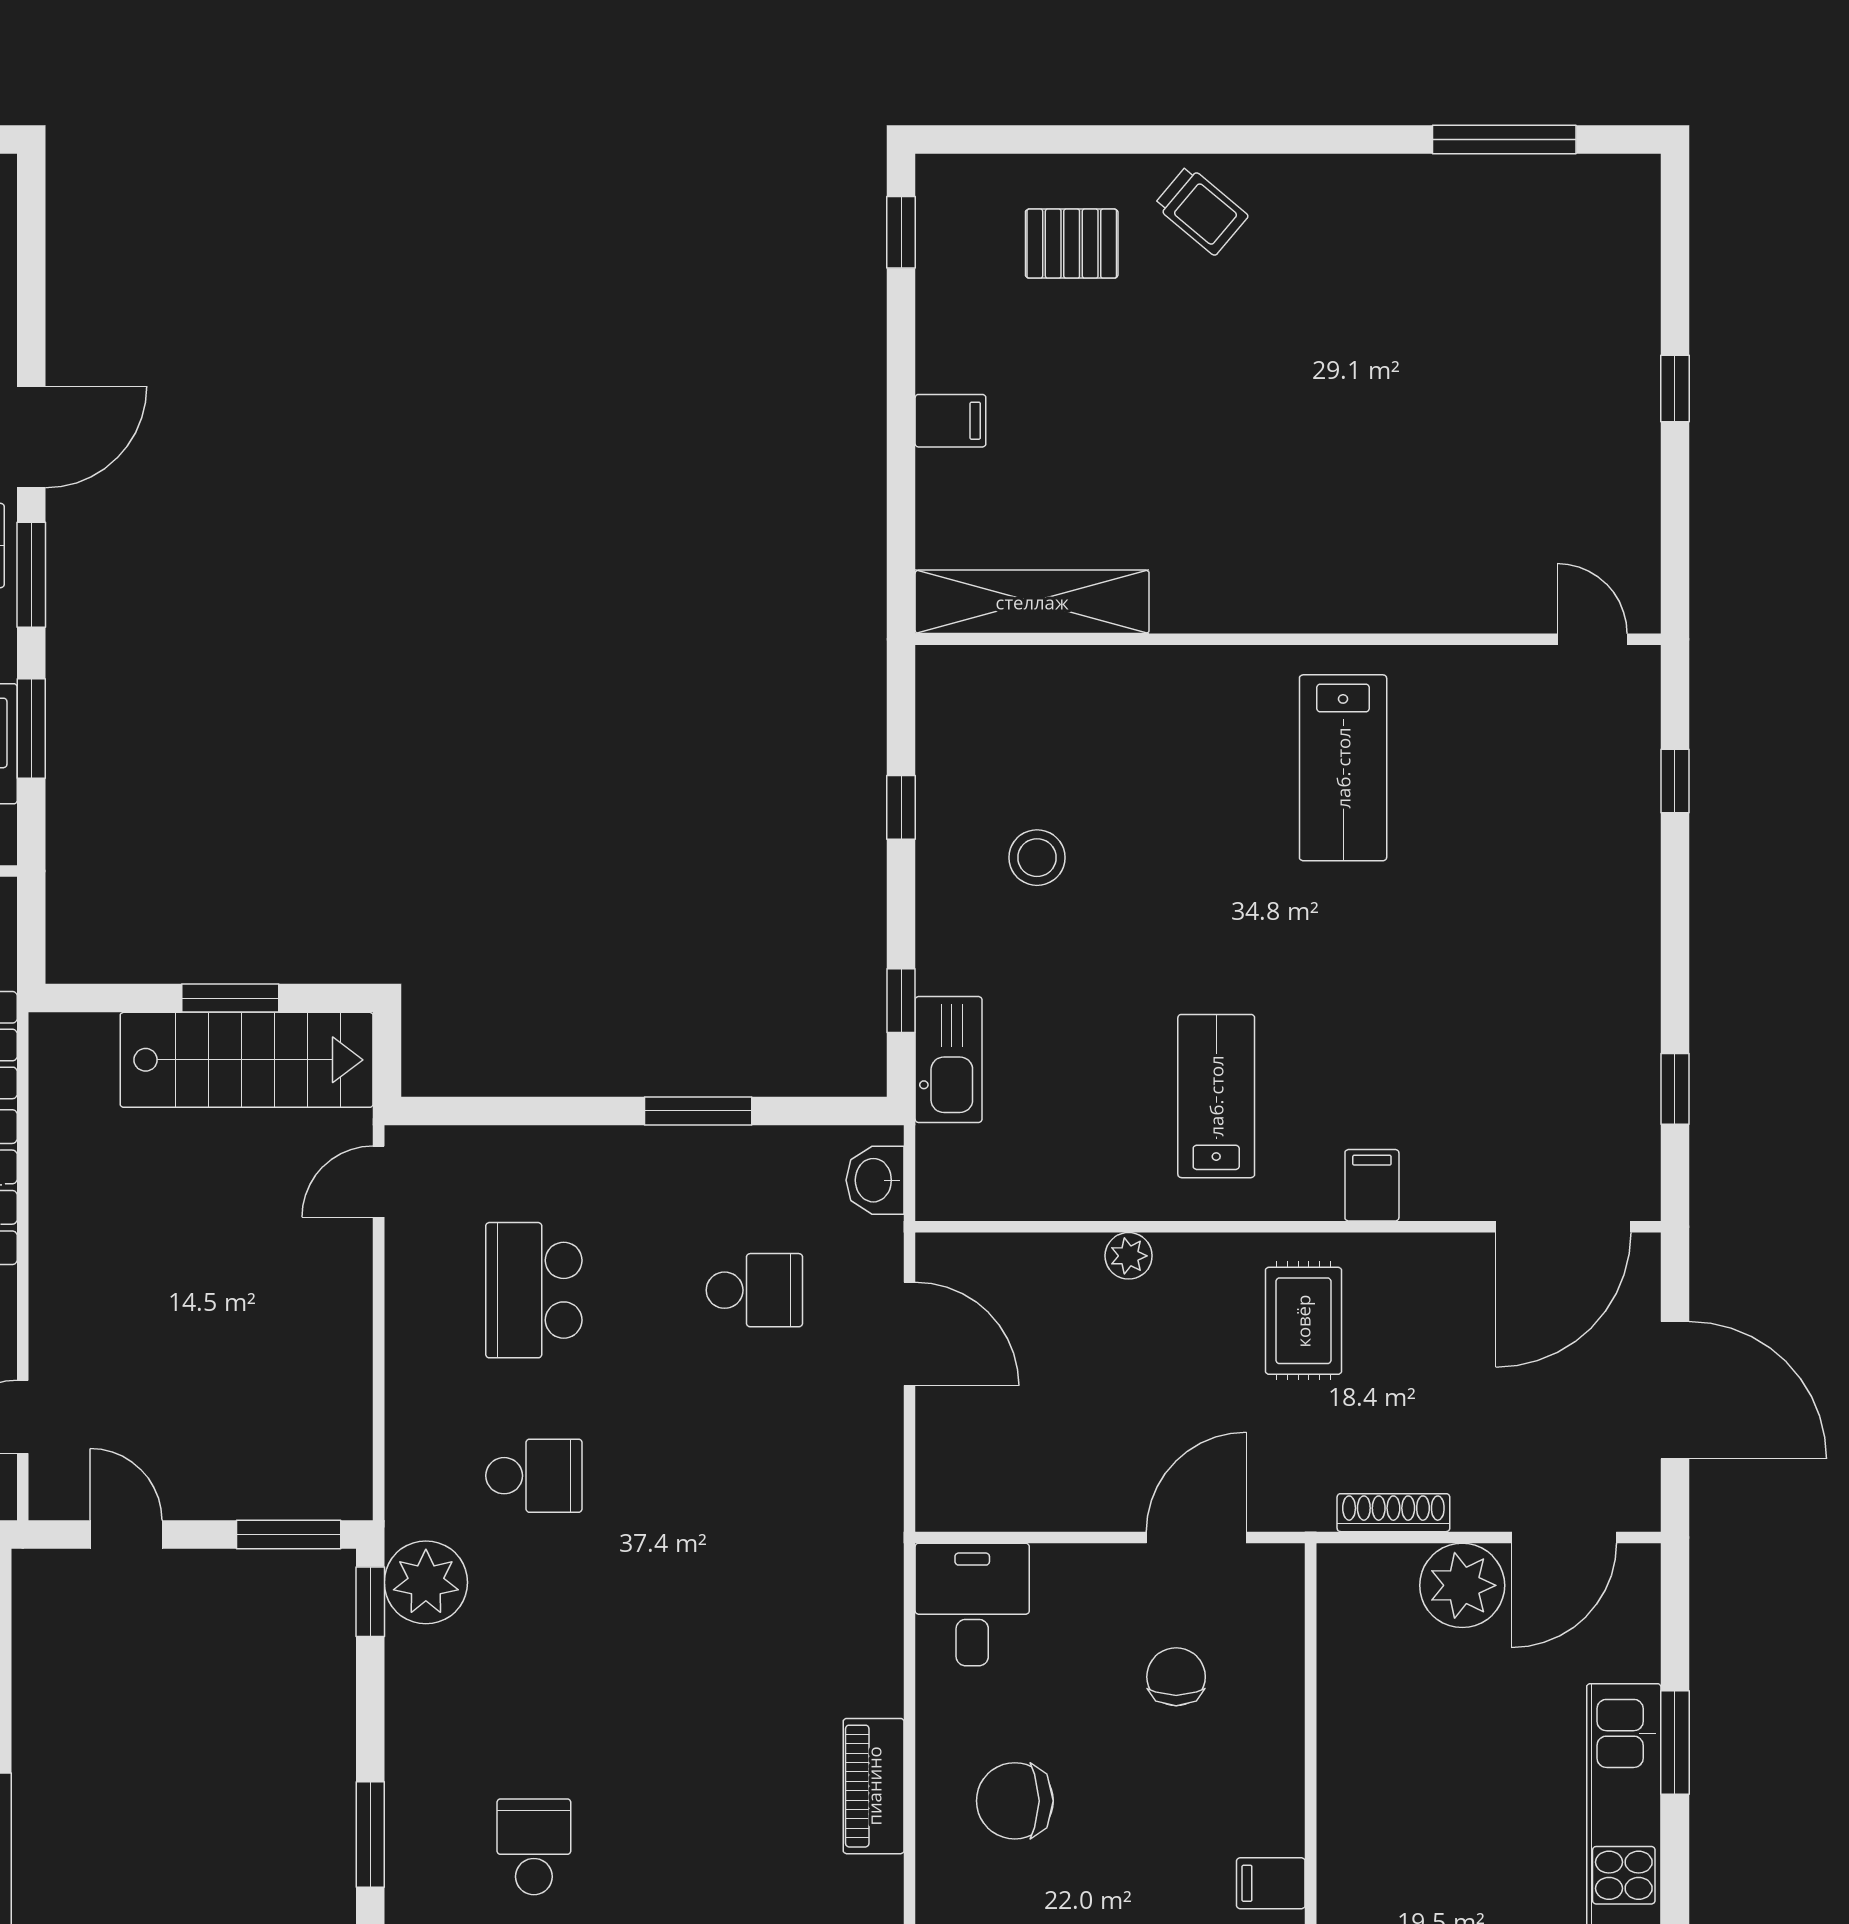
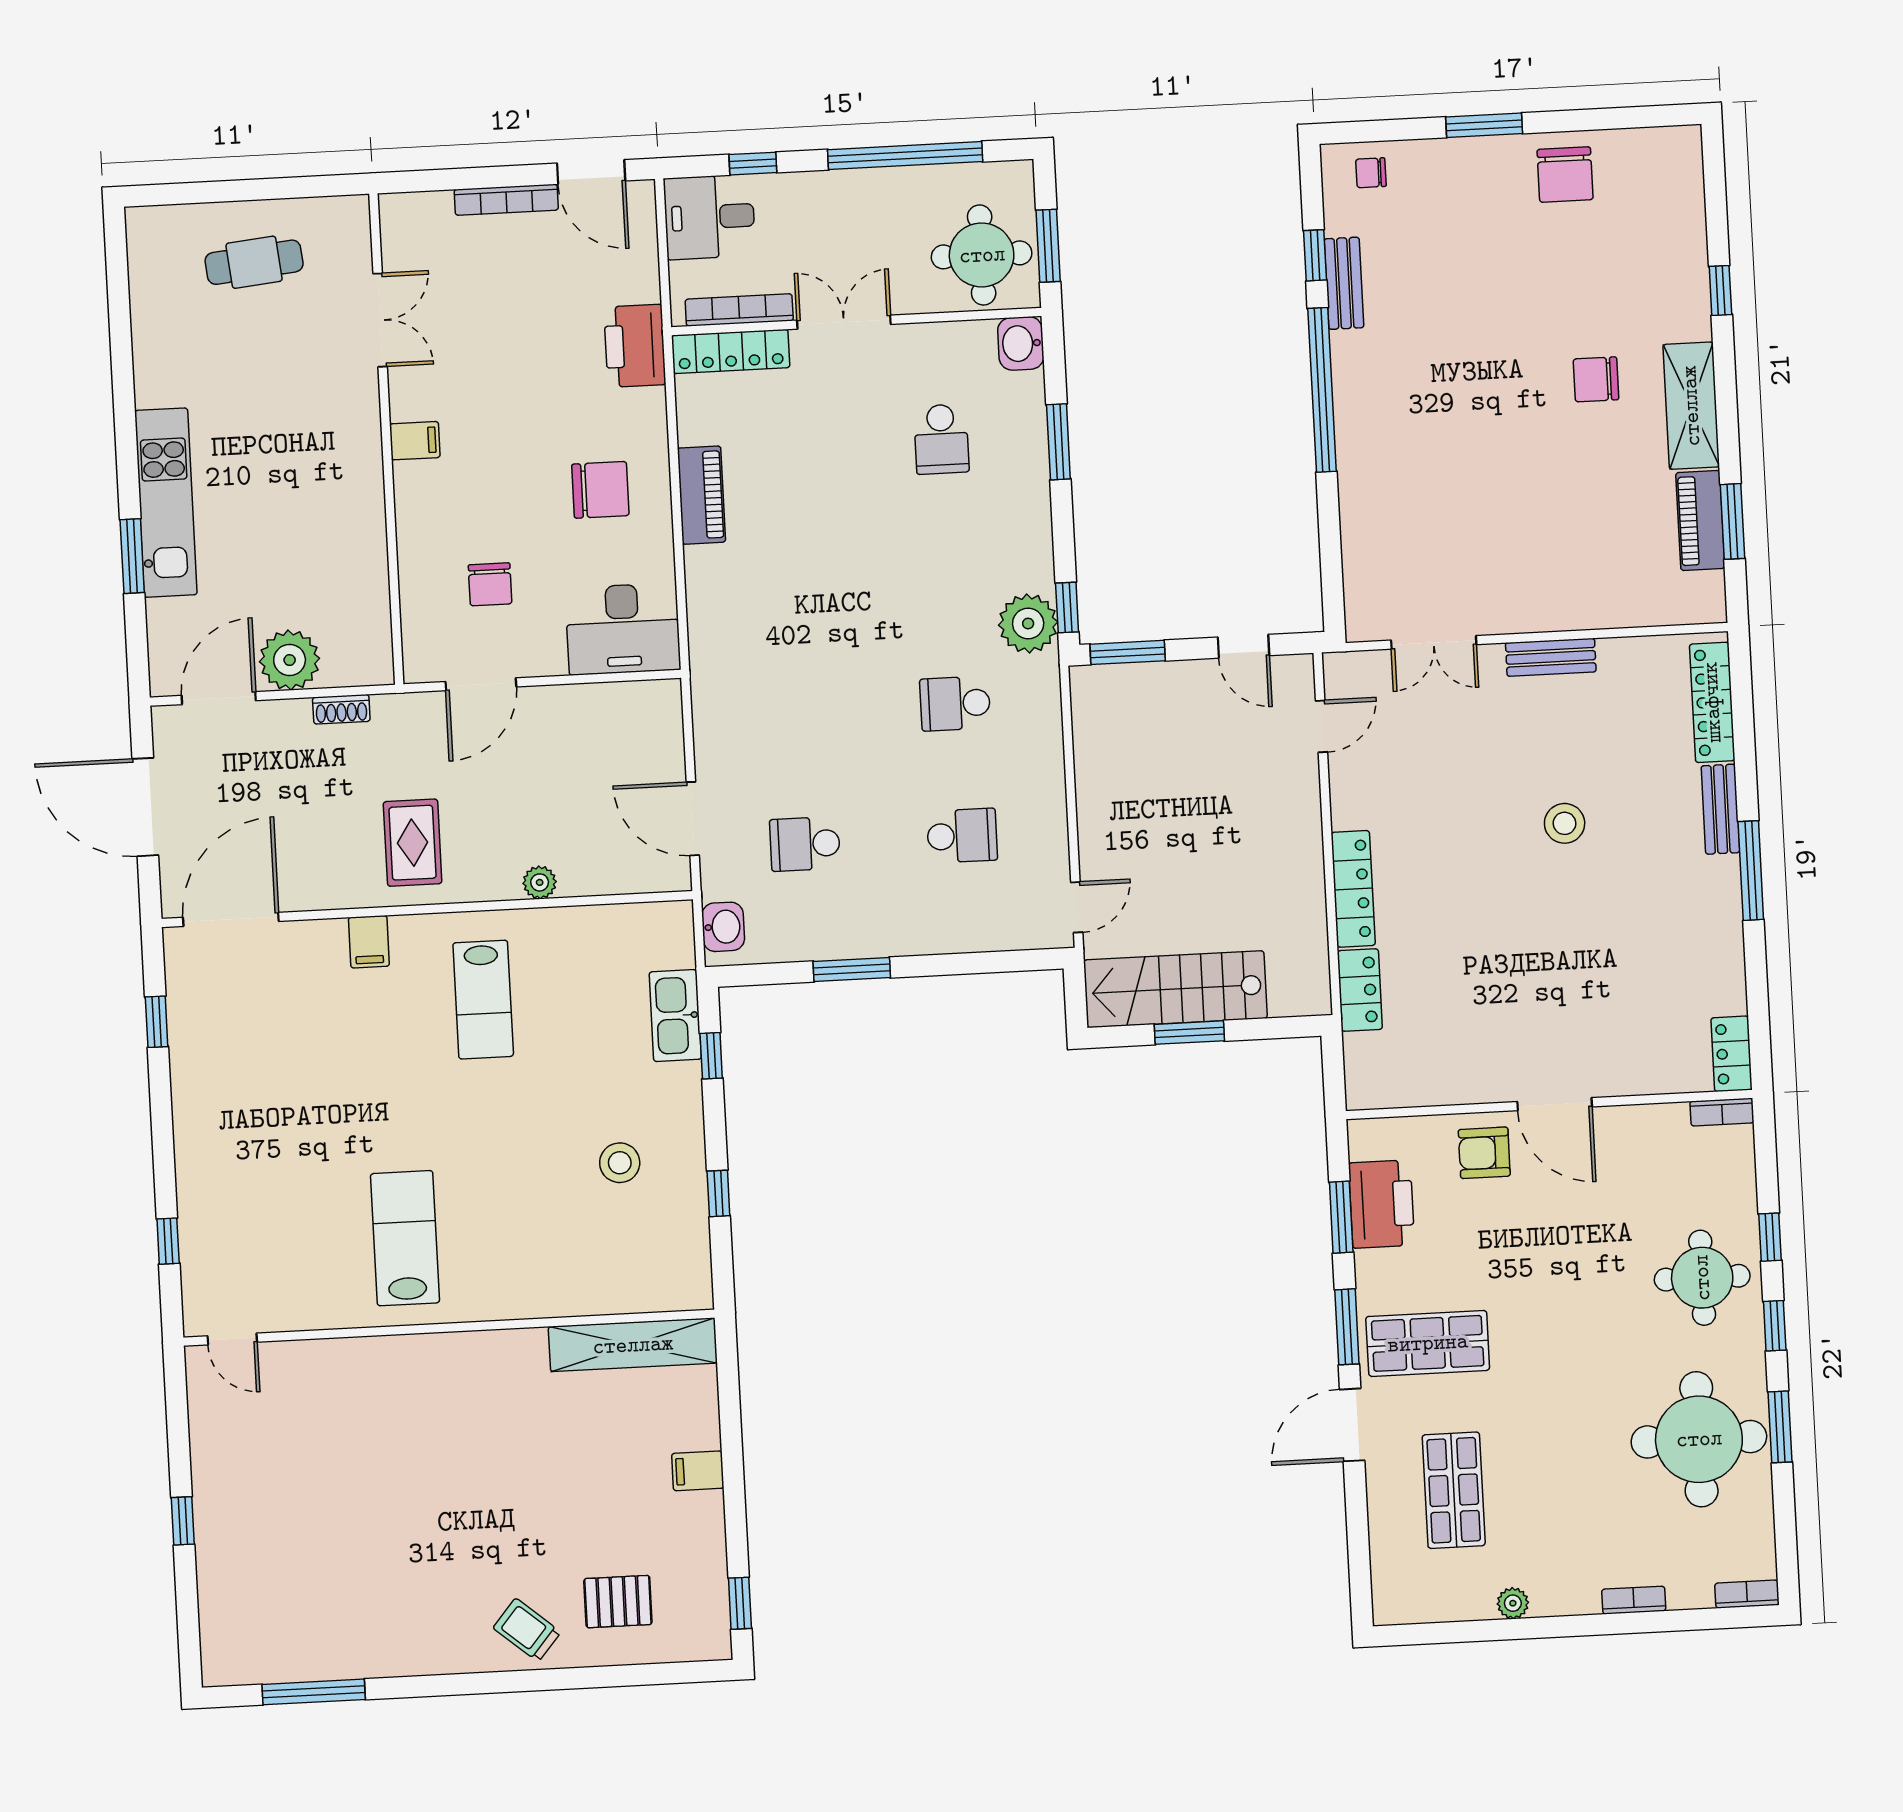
school desk: (534, 1290) -> (962, 836), width x0.54
shoe rack: (1393, 1513) -> (341, 709), width x0.70
desk: (972, 1605) -> (623, 629), width x1.37

